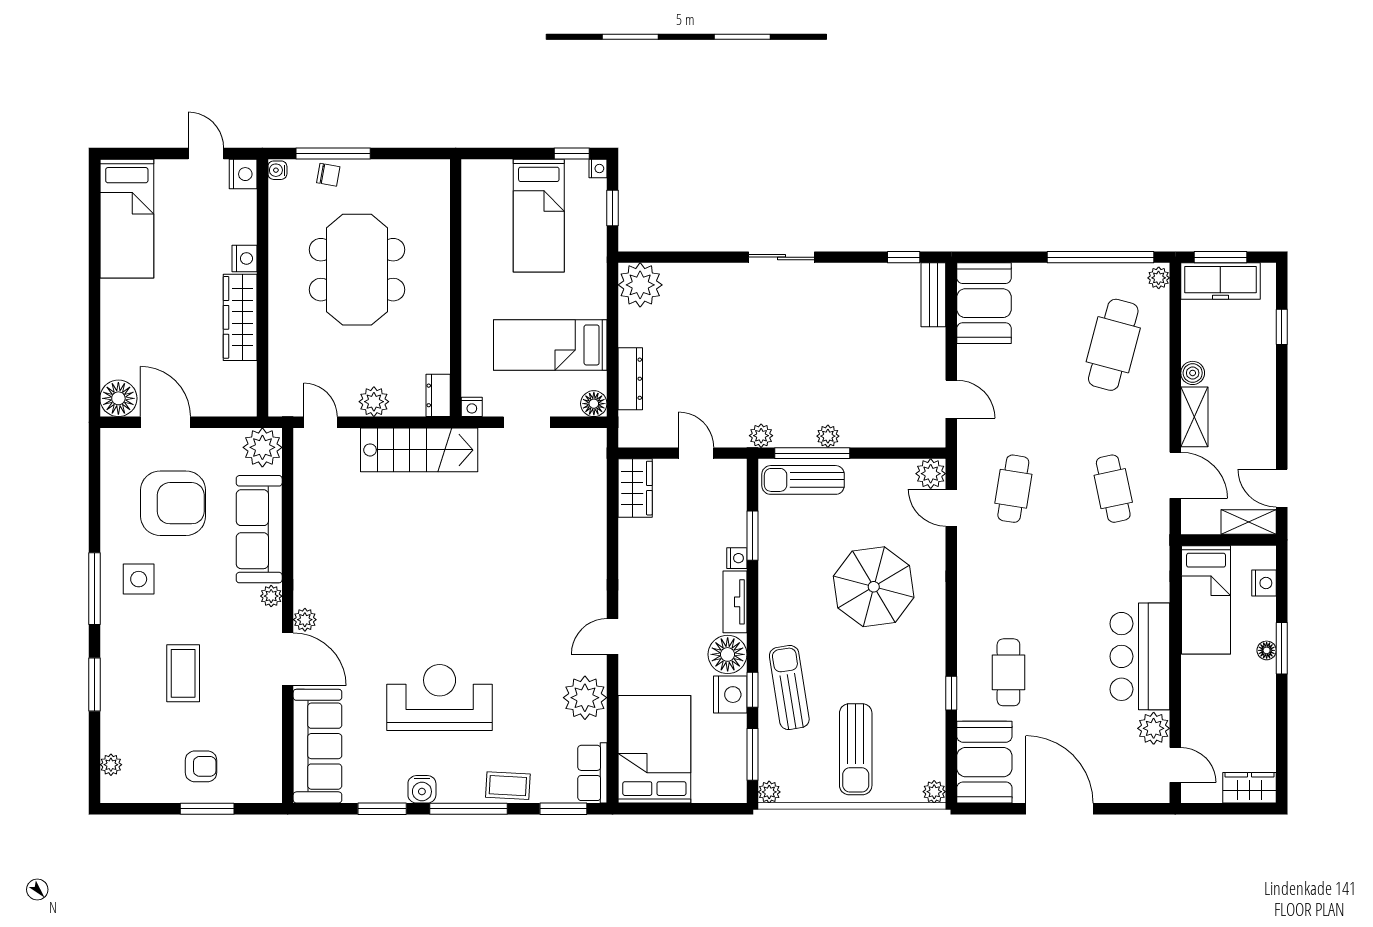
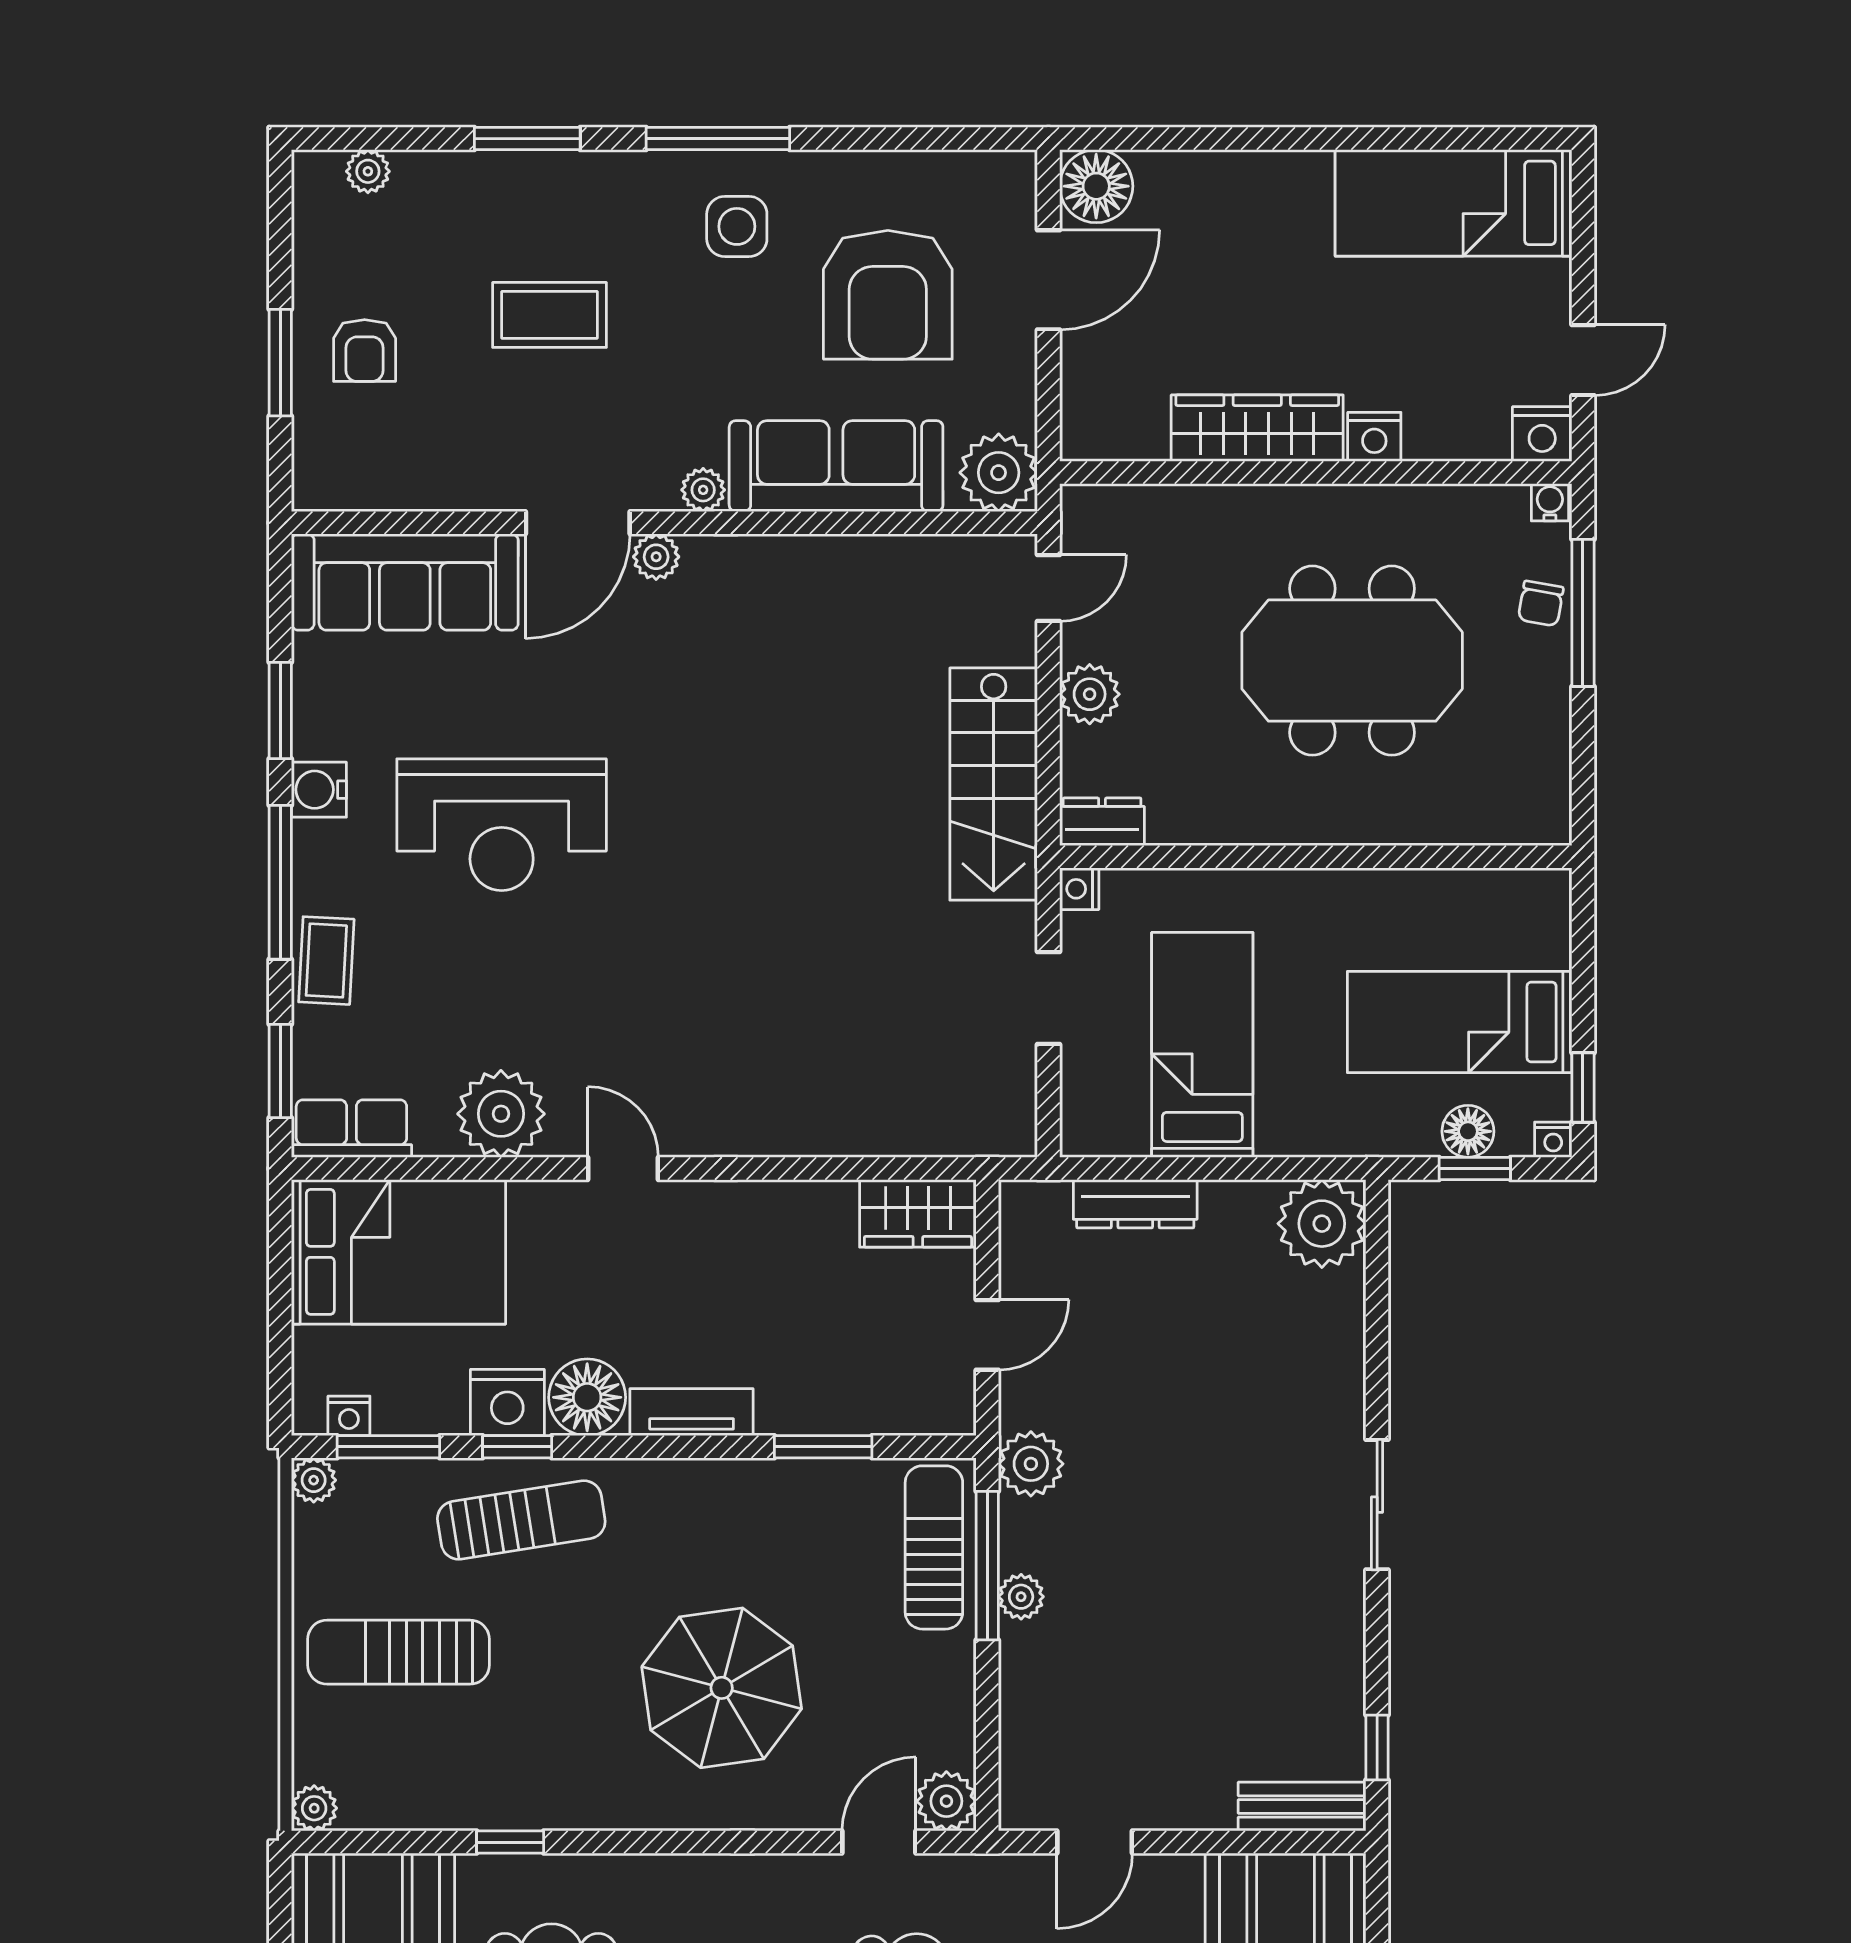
floor lamp: (594, 404) -> (1468, 1131), moved
plant: (761, 436) -> (1031, 1464), width x1.38, depth x1.38
nightstand: (737, 558) -> (349, 1416), moved
reception desk: (440, 697) -> (502, 825), turned 90

